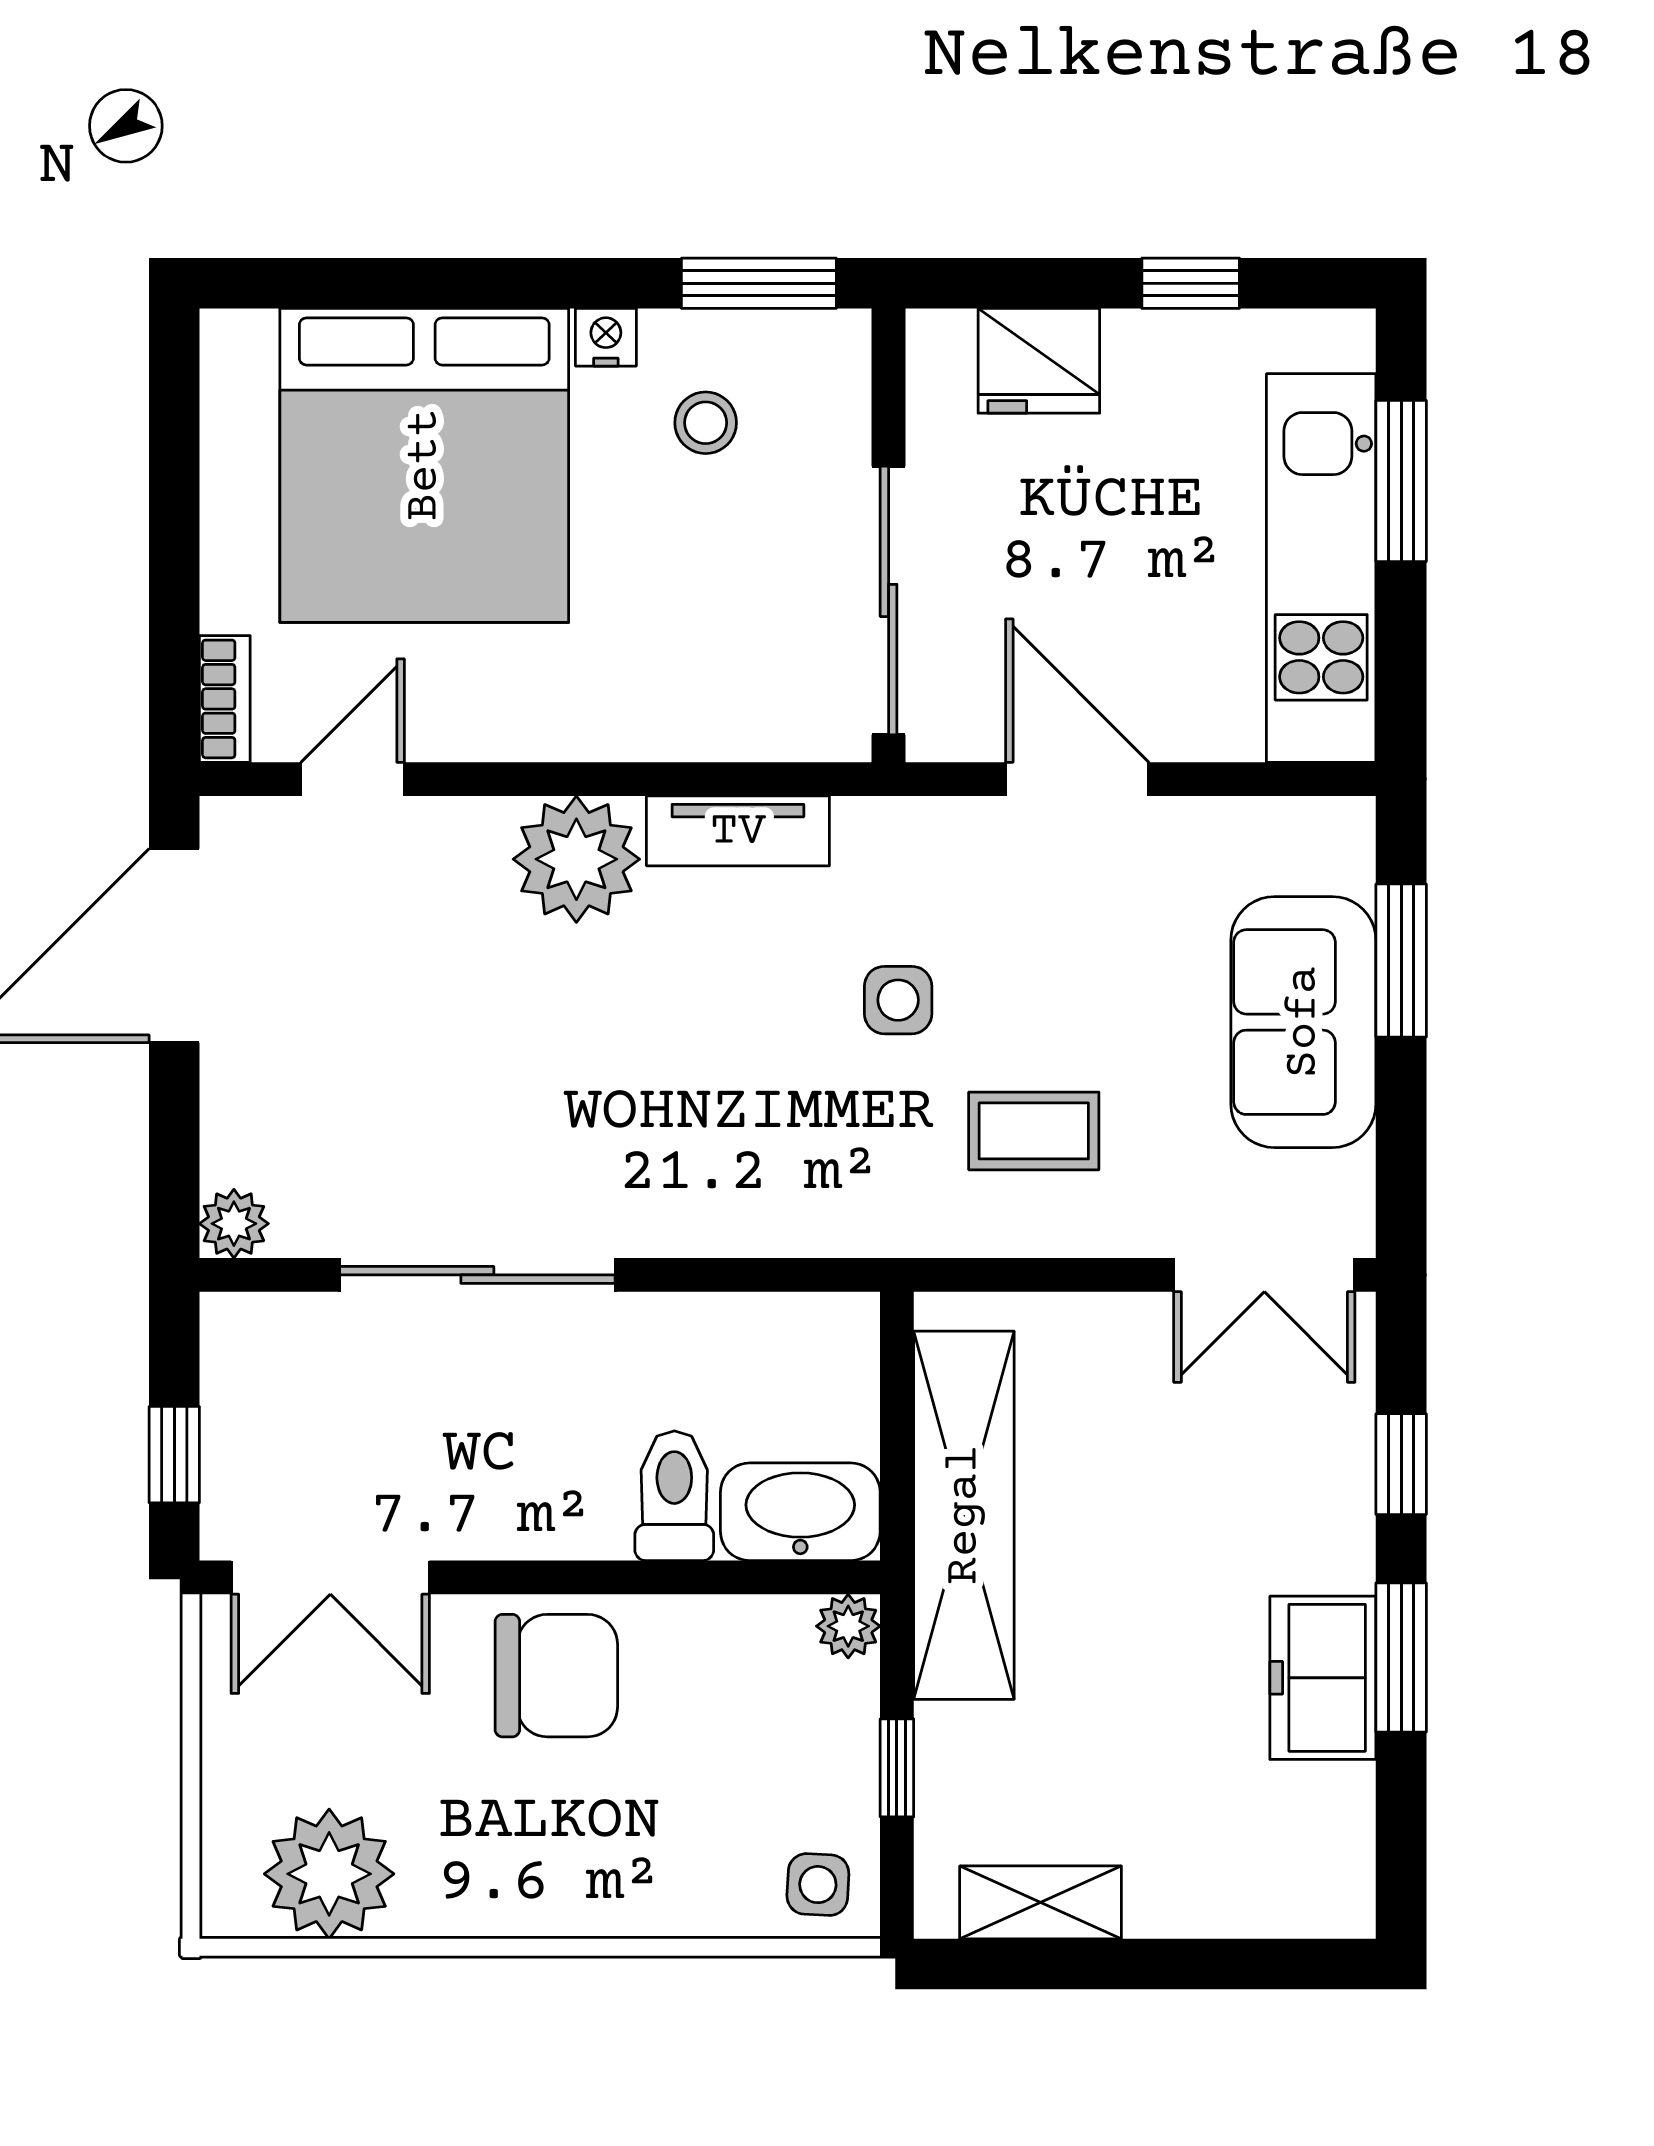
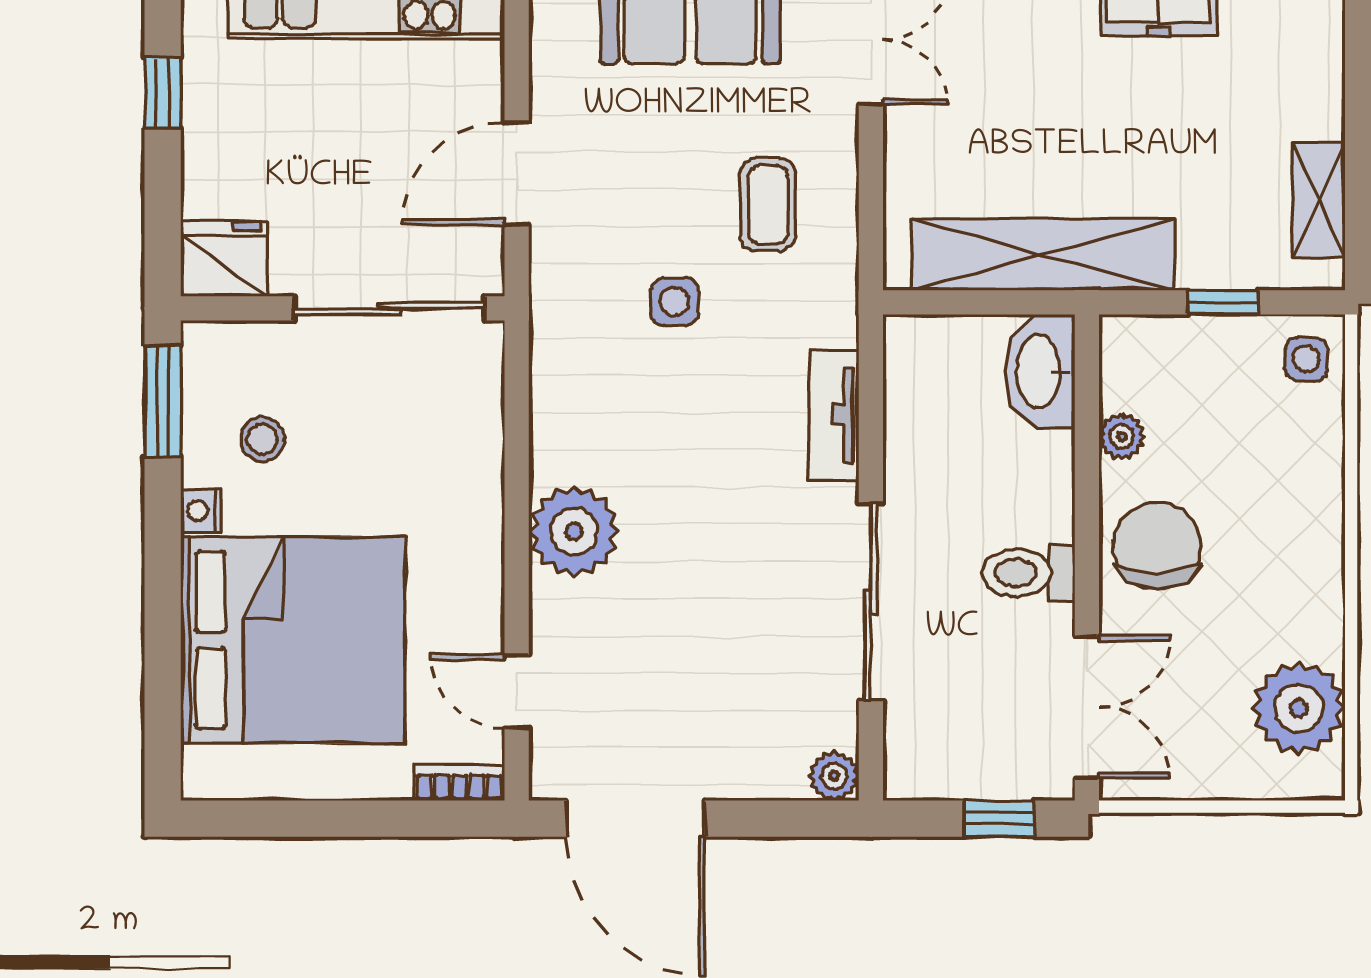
fridge: (1039, 361) -> (224, 259), moved, turned -90
tv unit: (738, 831) -> (834, 415), moved, turned 180
toilet: (674, 1496) -> (1029, 573), moved
plant: (848, 1626) -> (1122, 437), moved

